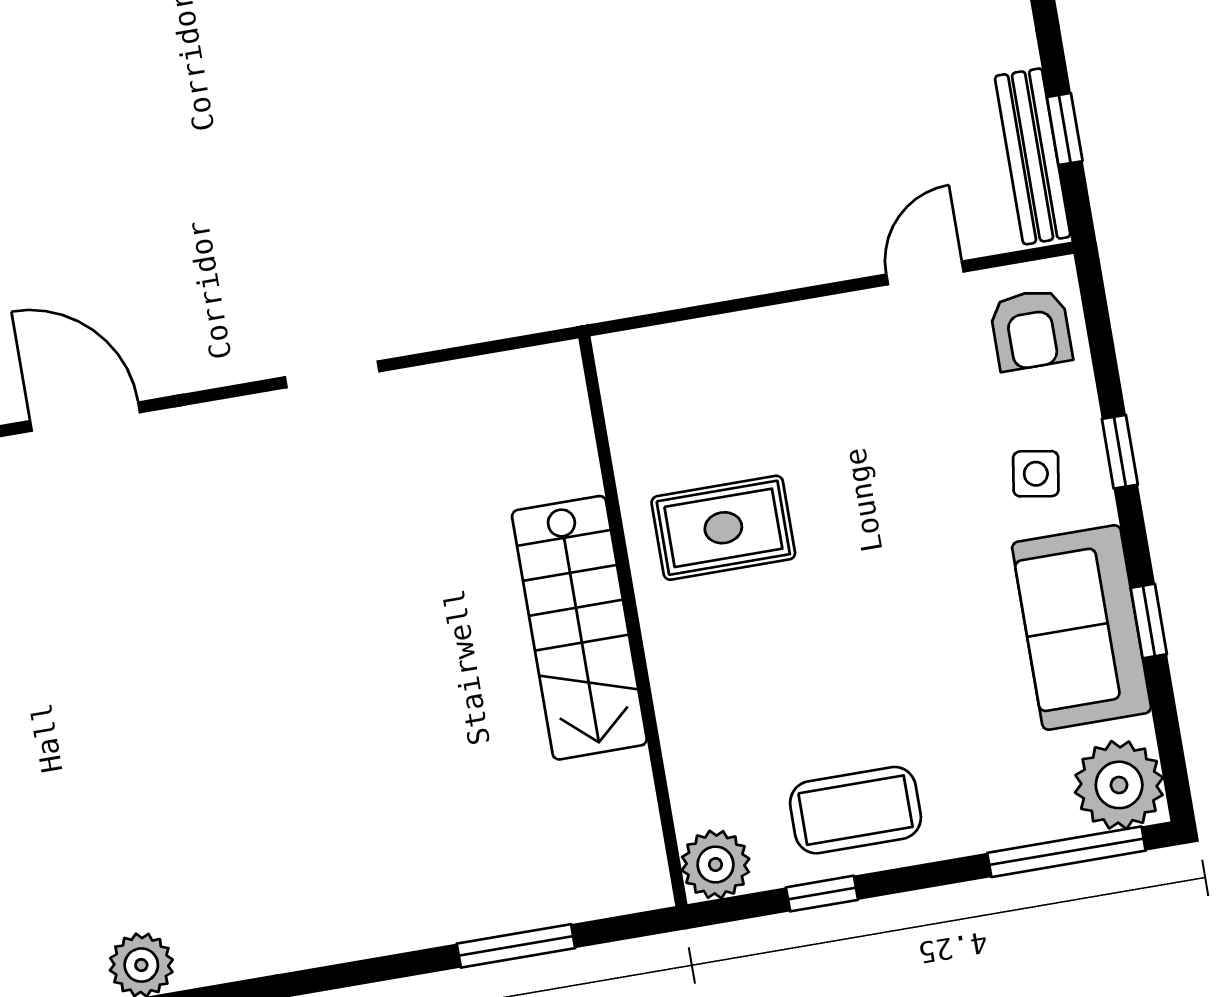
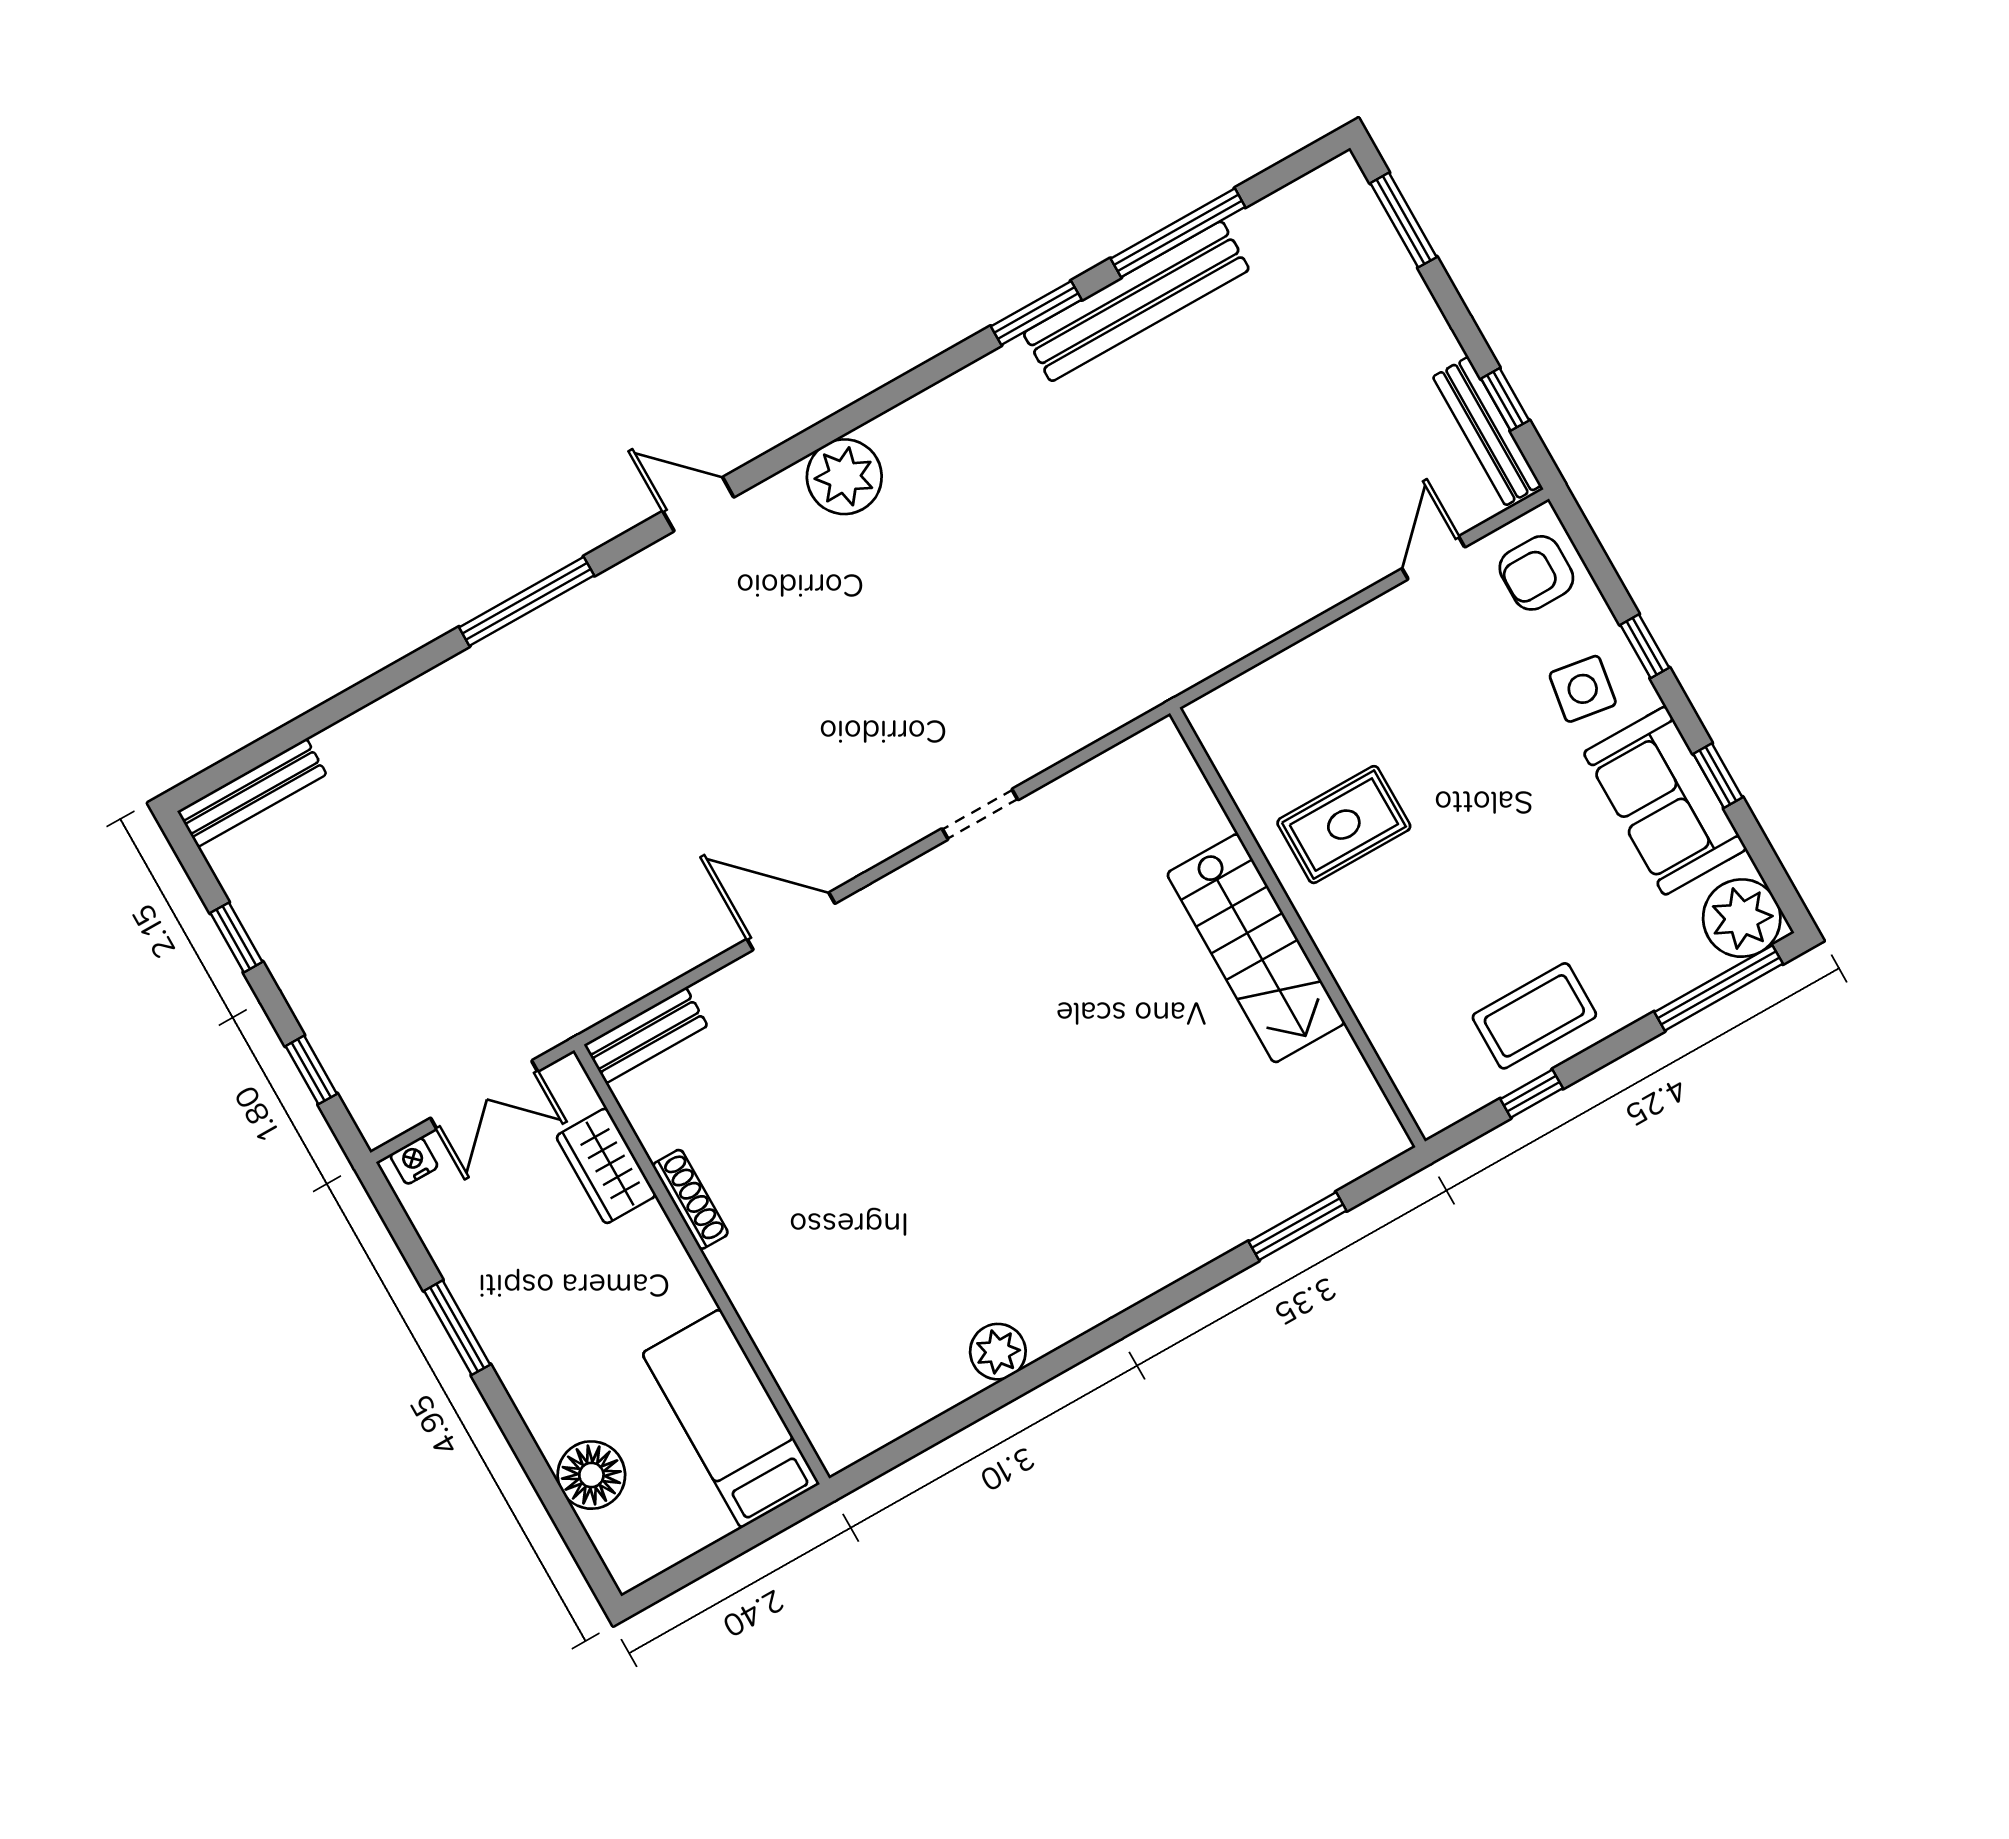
armchair: (1031, 330) -> (1536, 573), turned 90
side table: (1036, 474) -> (1583, 689), width x1.37, depth x1.37
plant: (716, 864) -> (1436, 1101), removed

